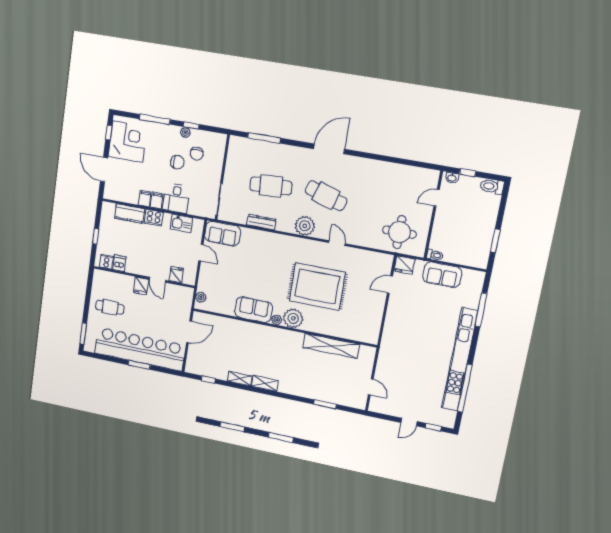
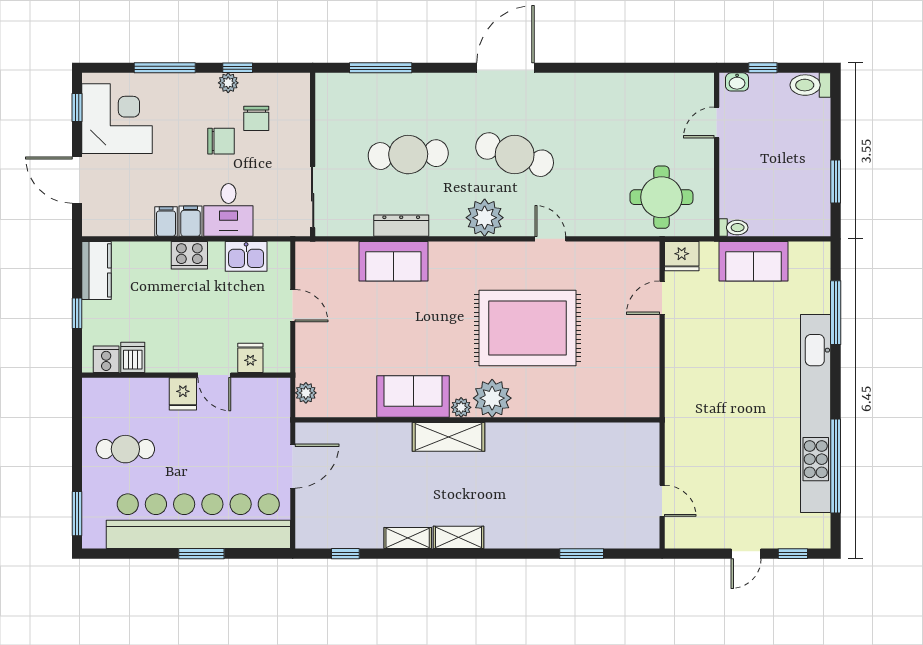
kitchen counter: (130, 213) -> (97, 270), moved, turned -90
sofa: (223, 234) -> (393, 261), moved
shelving: (331, 346) -> (448, 437), moved, width x0.68

